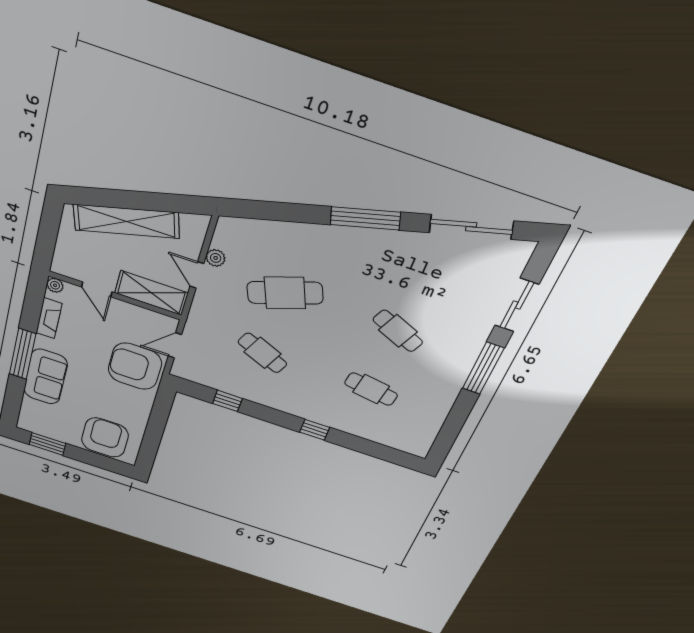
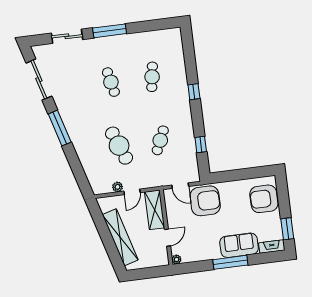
fireplace: (49, 318) -> (272, 247), moved
cafe table: (398, 331) -> (111, 82), turned -36
armchair: (135, 366) -> (205, 201), turned -90

